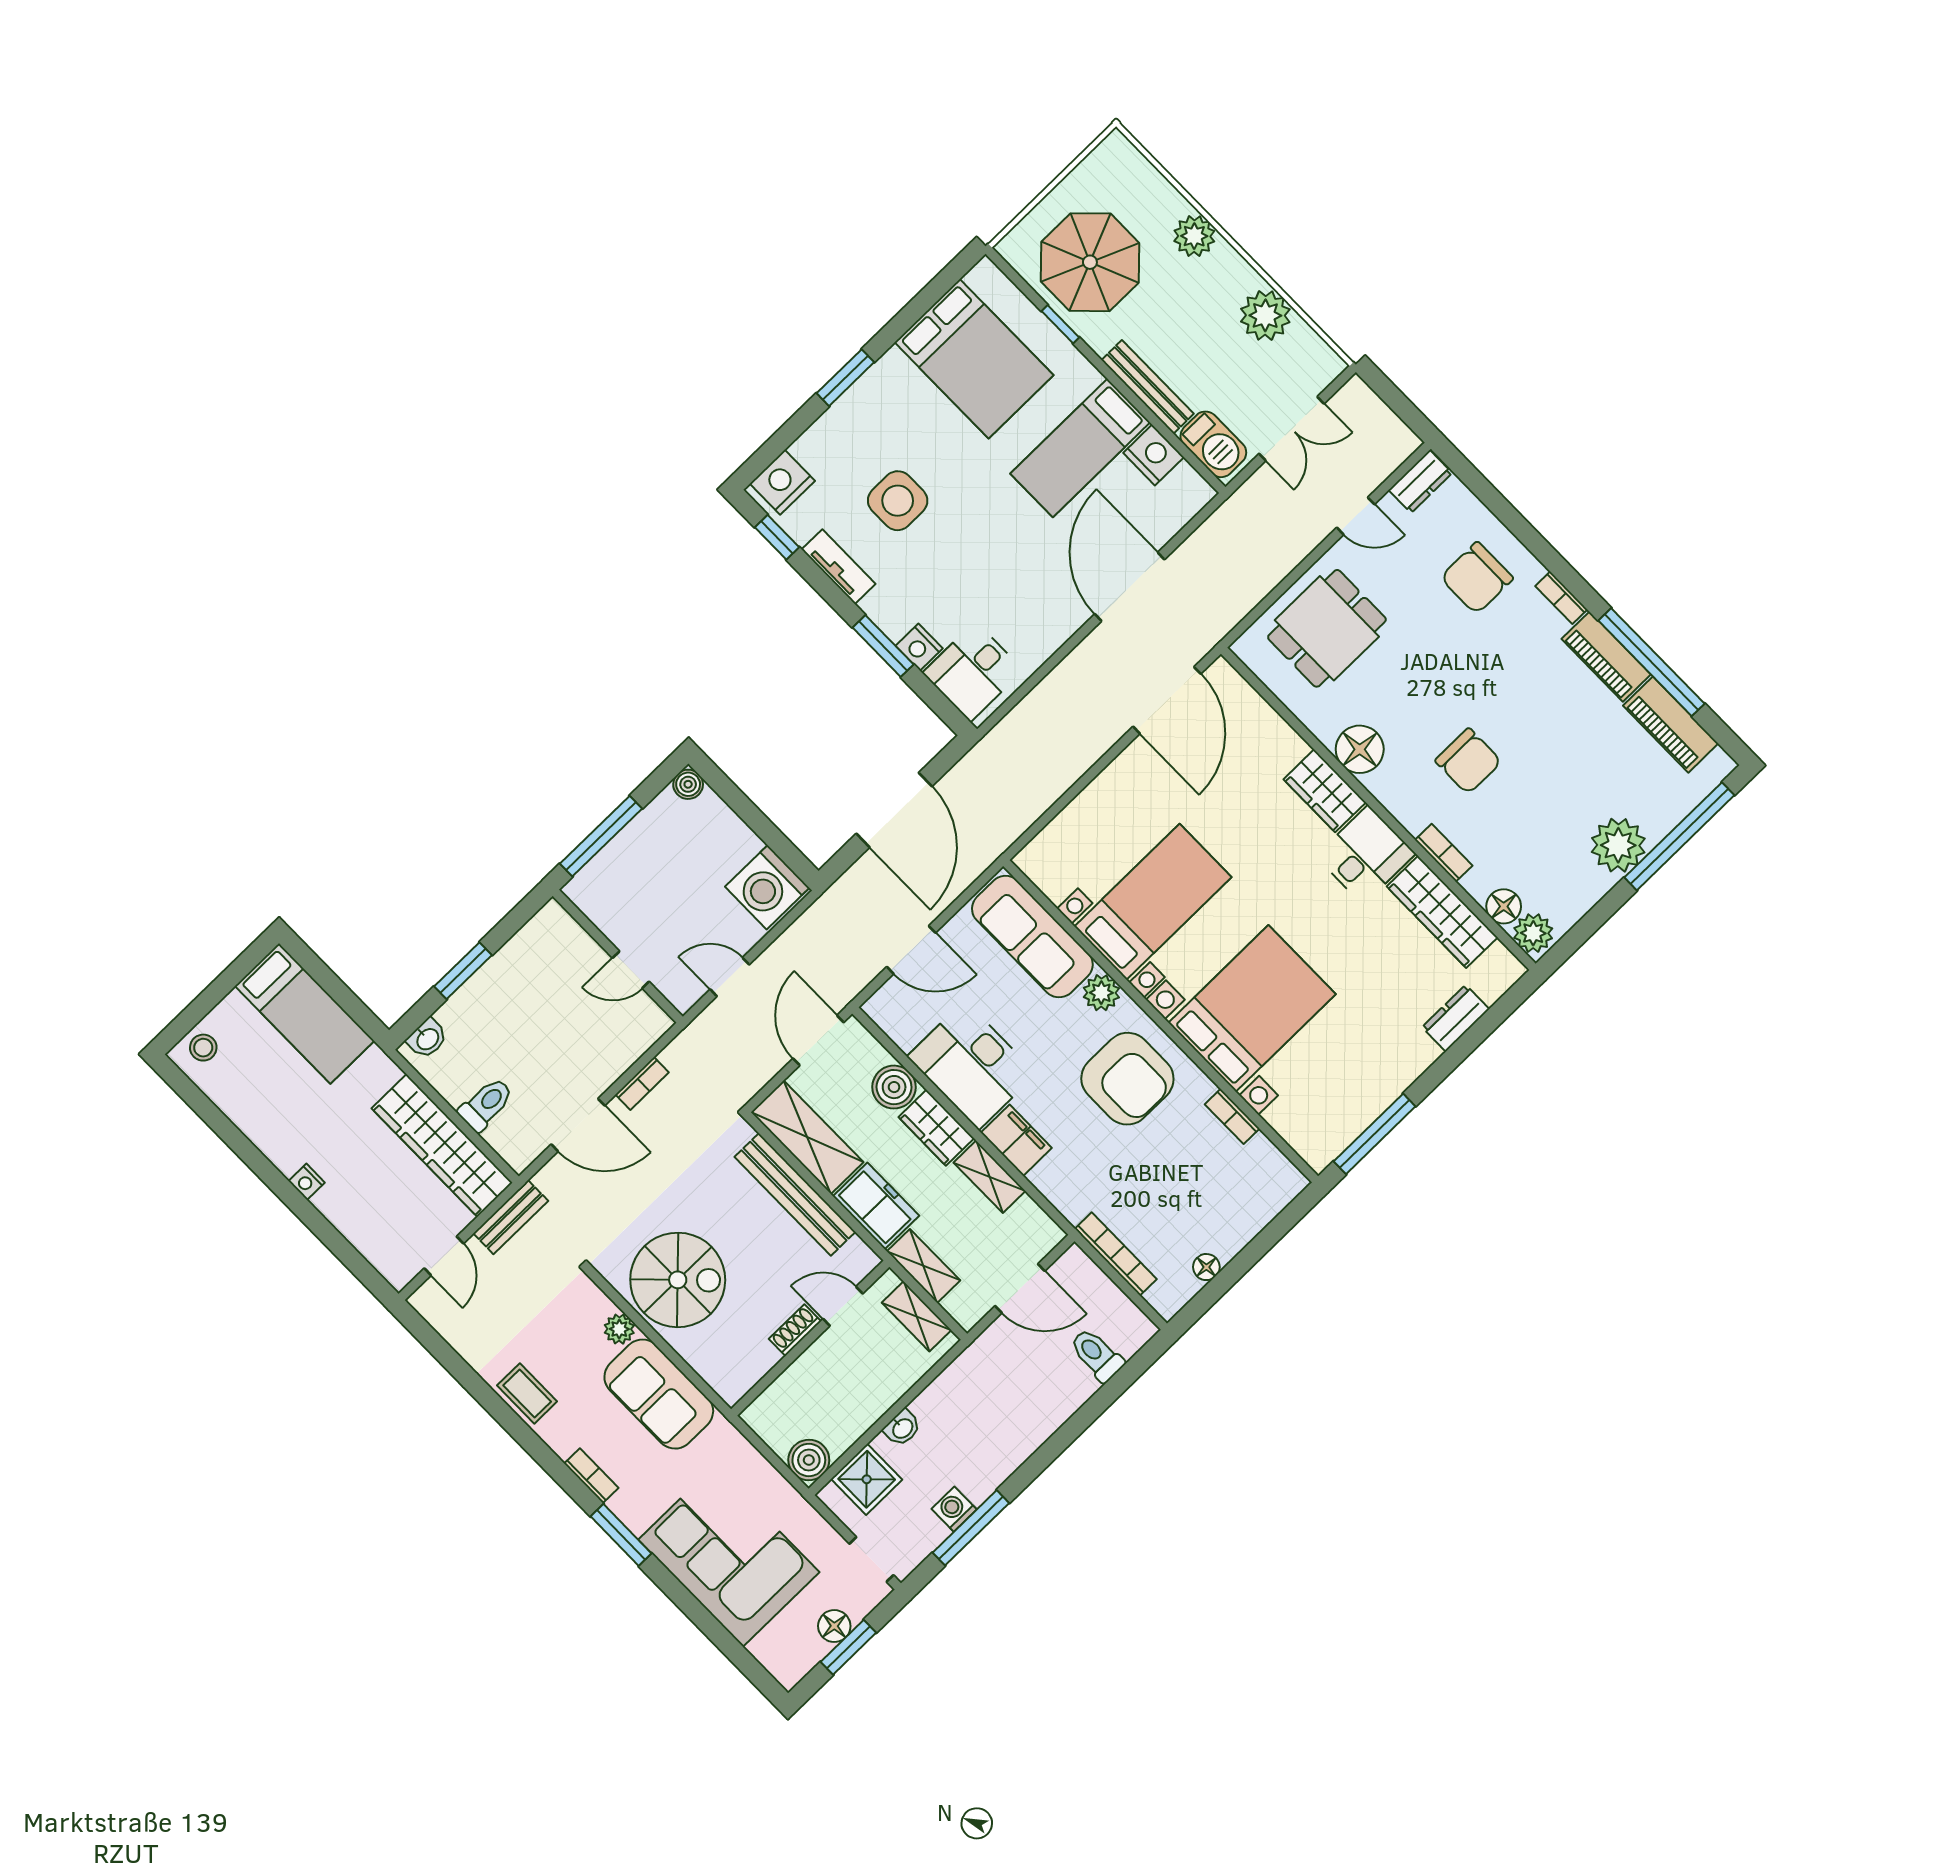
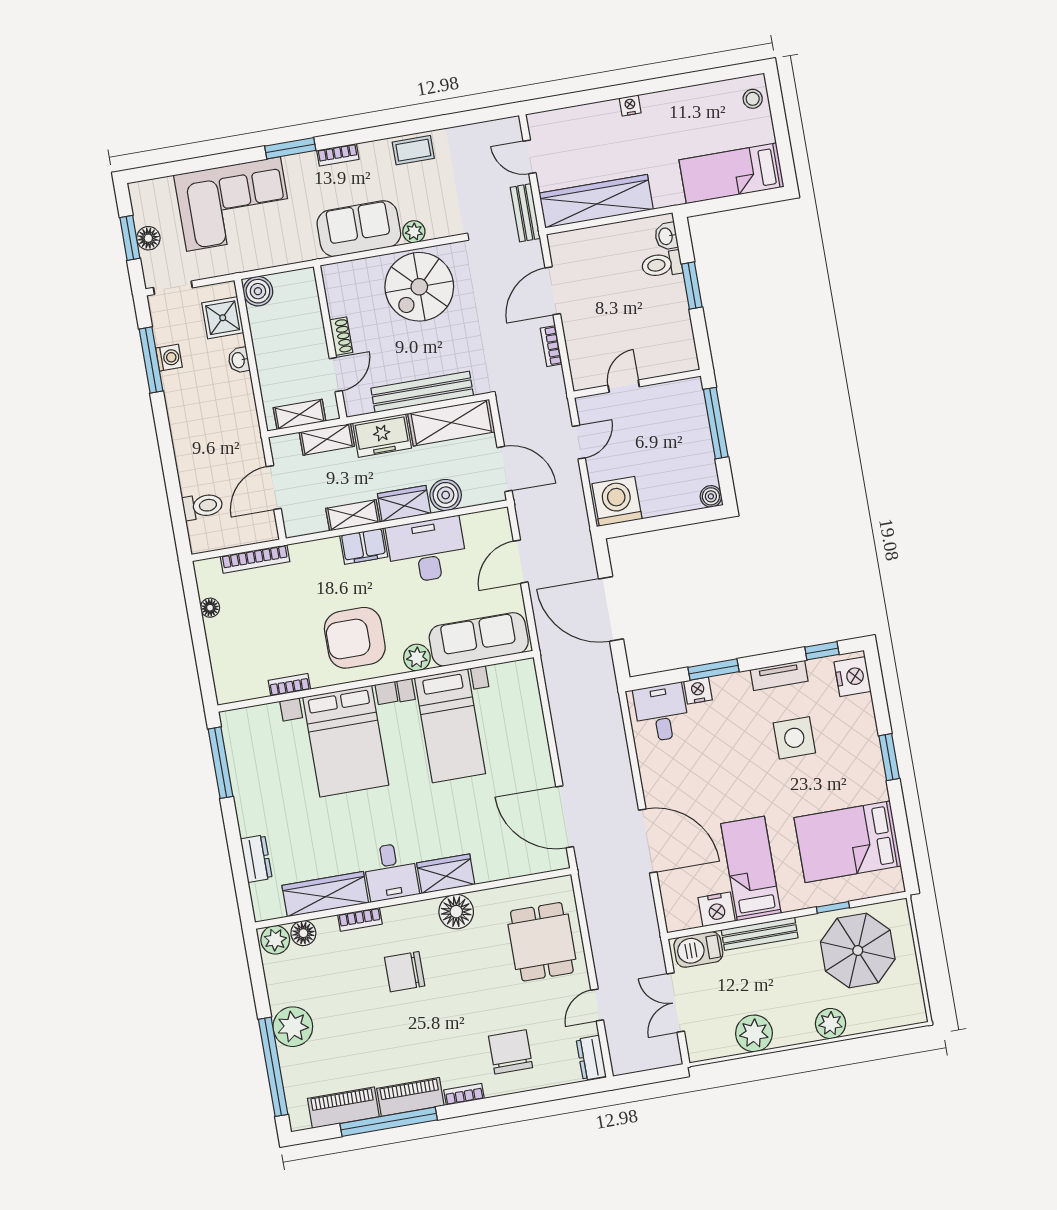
toilet: (486, 1104) -> (662, 264), moved, turned 90

